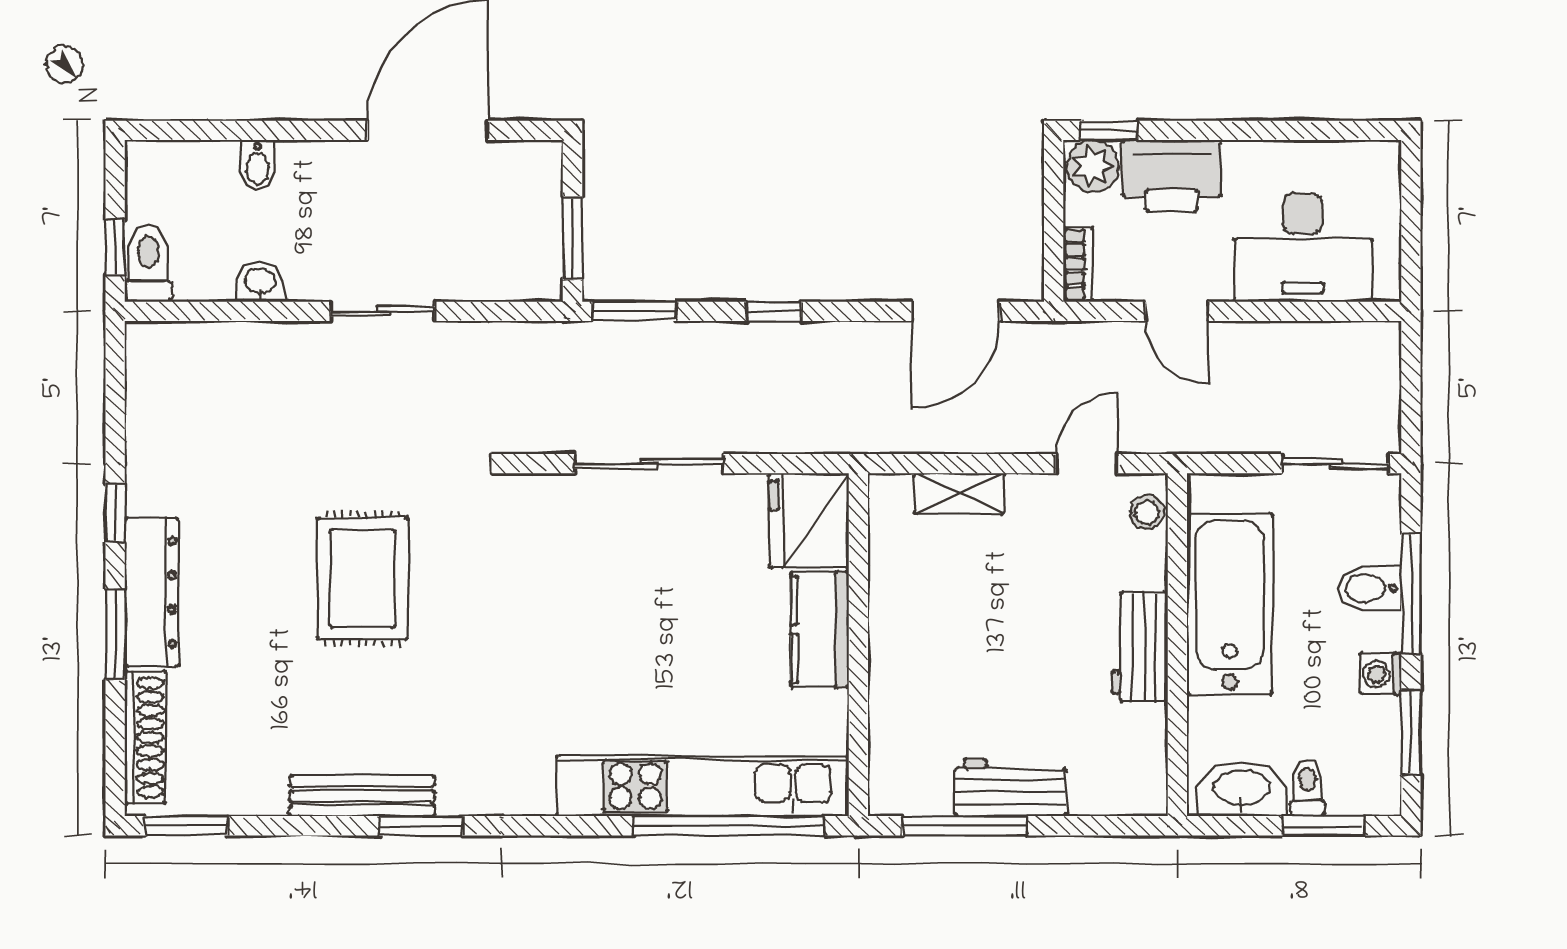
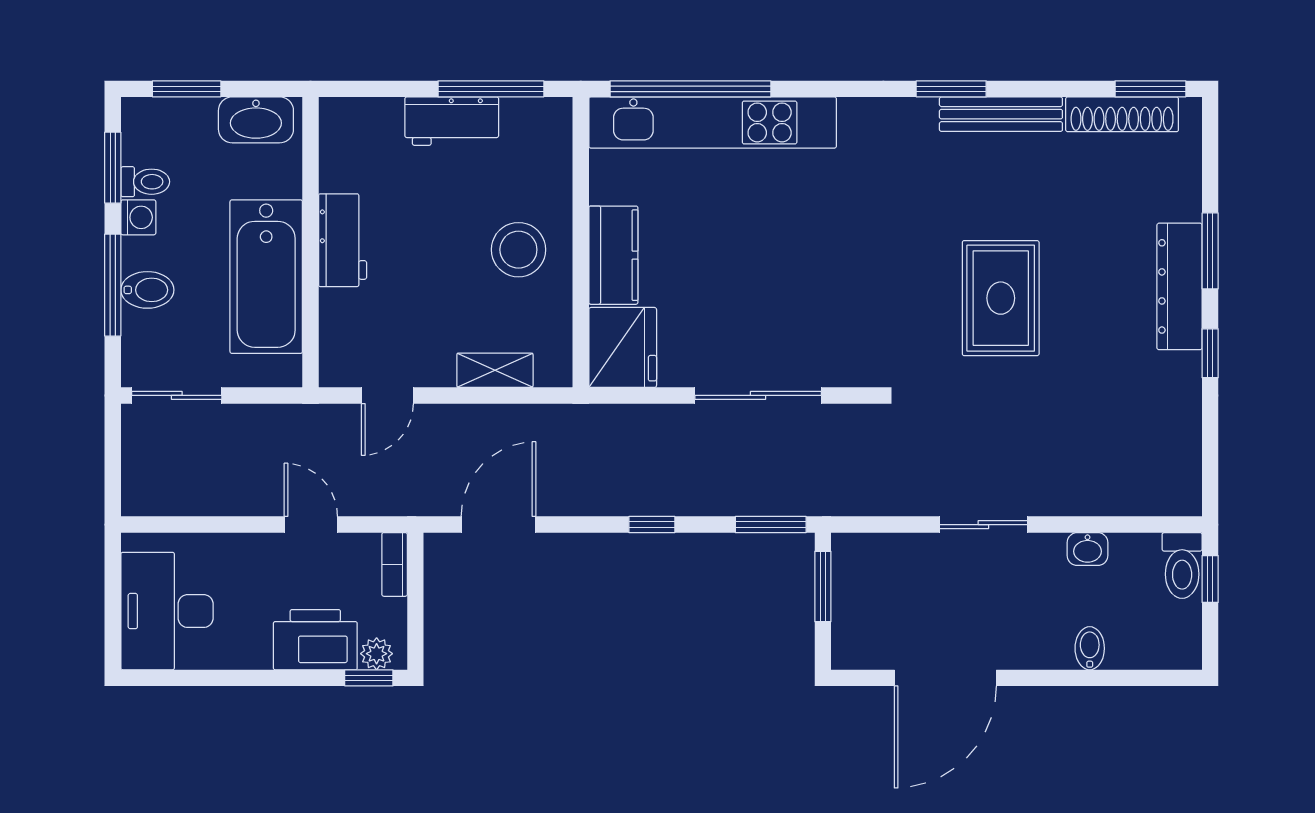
plant: (1092, 166) -> (377, 654), width x0.73, depth x0.73
desk: (1303, 247) -> (167, 611), moved, turned -90
stool: (1147, 512) -> (518, 250), moved, width x1.89, depth x1.89
shoe rack: (145, 737) -> (1122, 114), moved, turned -90
toilet: (1308, 787) -> (145, 182), moved, turned -90

